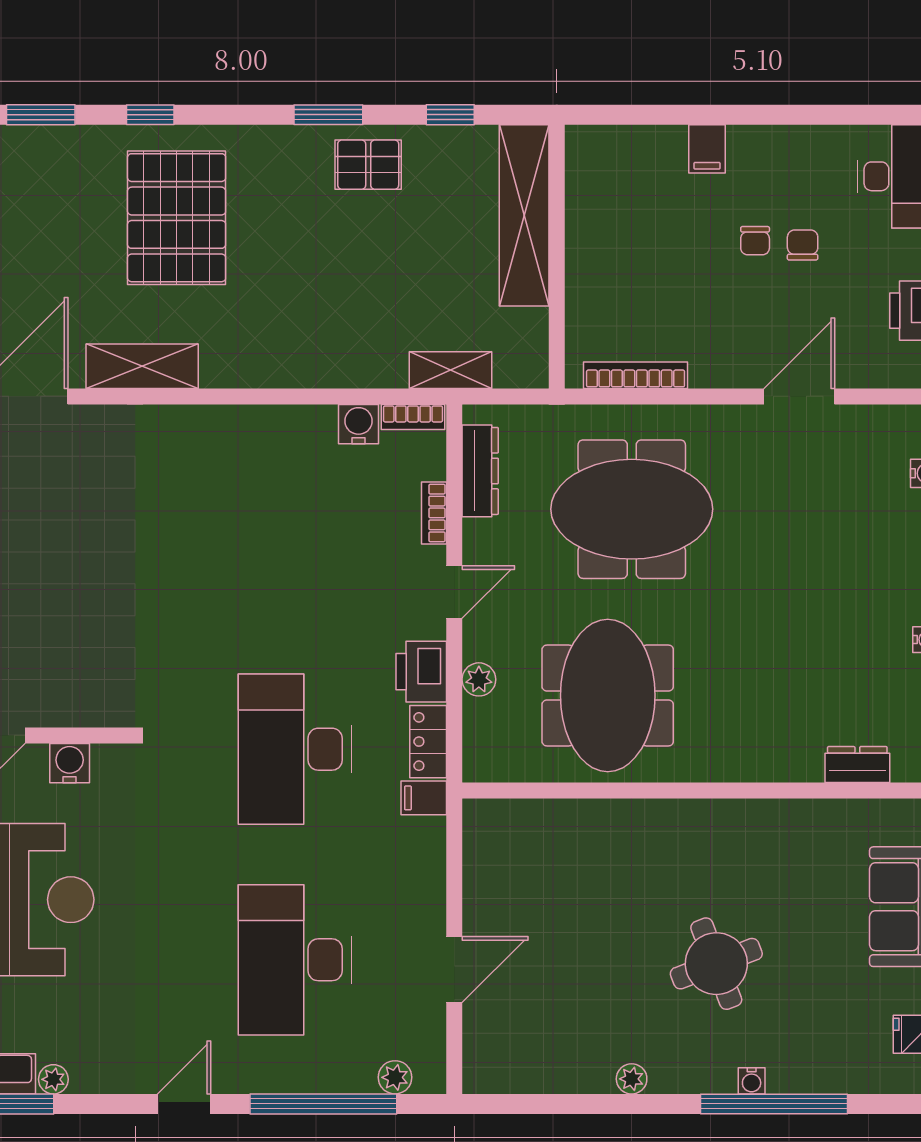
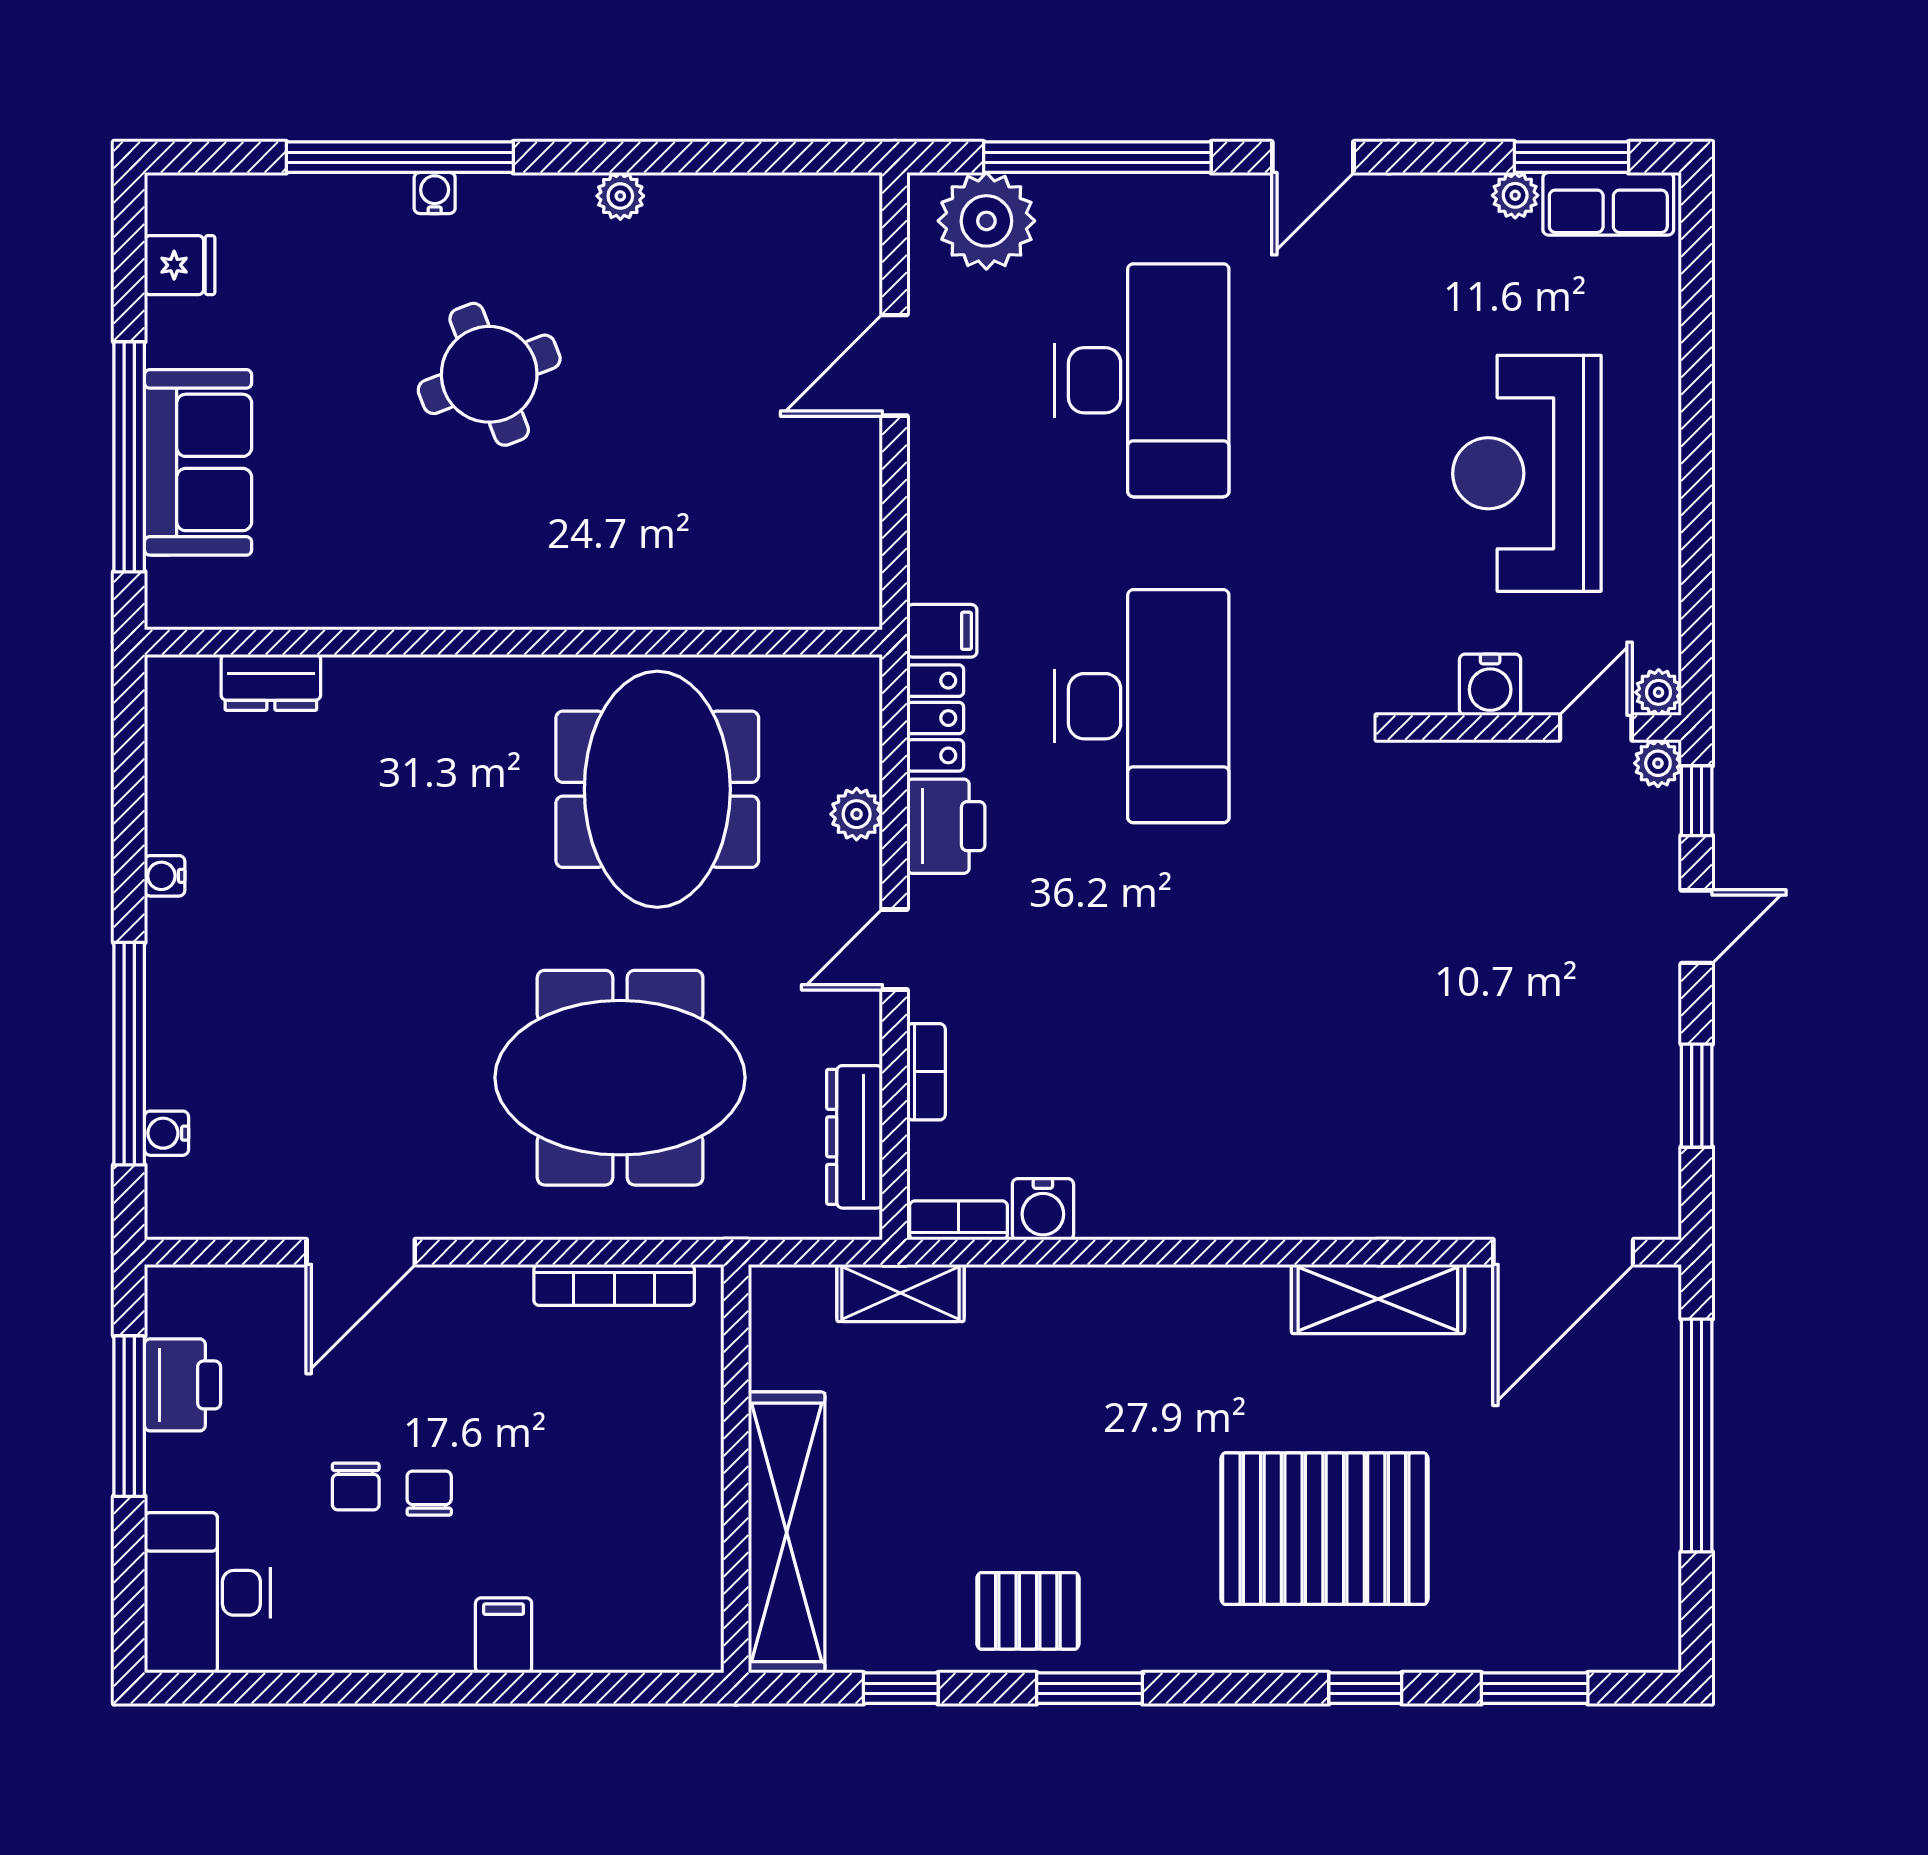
pallet: (177, 218) -> (1325, 1529), turned 90
plant: (395, 1077) -> (986, 221), width x1.87, depth x1.87

